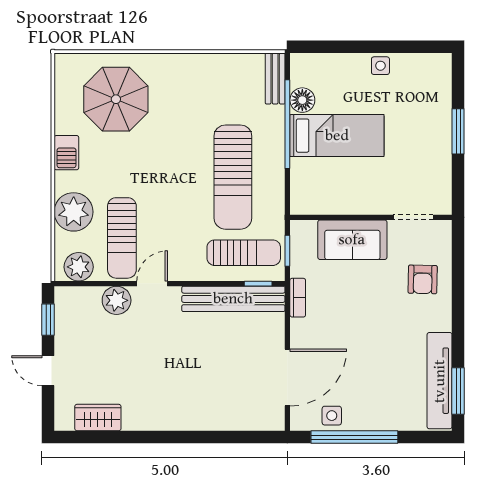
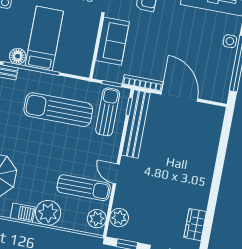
sun lounger: (233, 177) -> (58, 110), turned 180
plant: (74, 212) -> (48, 213), moved
bookcase: (298, 298) -> (143, 83), width x1.56
plant: (117, 300) -> (119, 218), moved
door: (287, 378) -> (179, 97), moved
side table: (332, 416) -> (230, 41), moved

